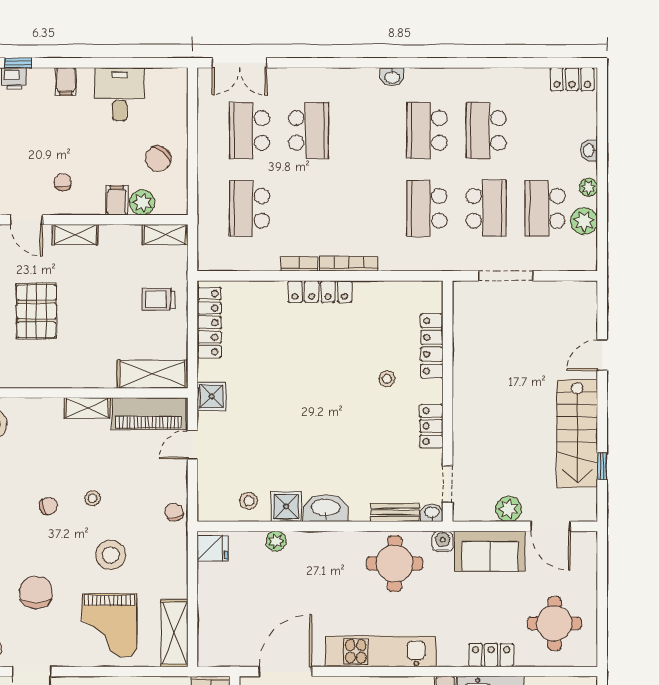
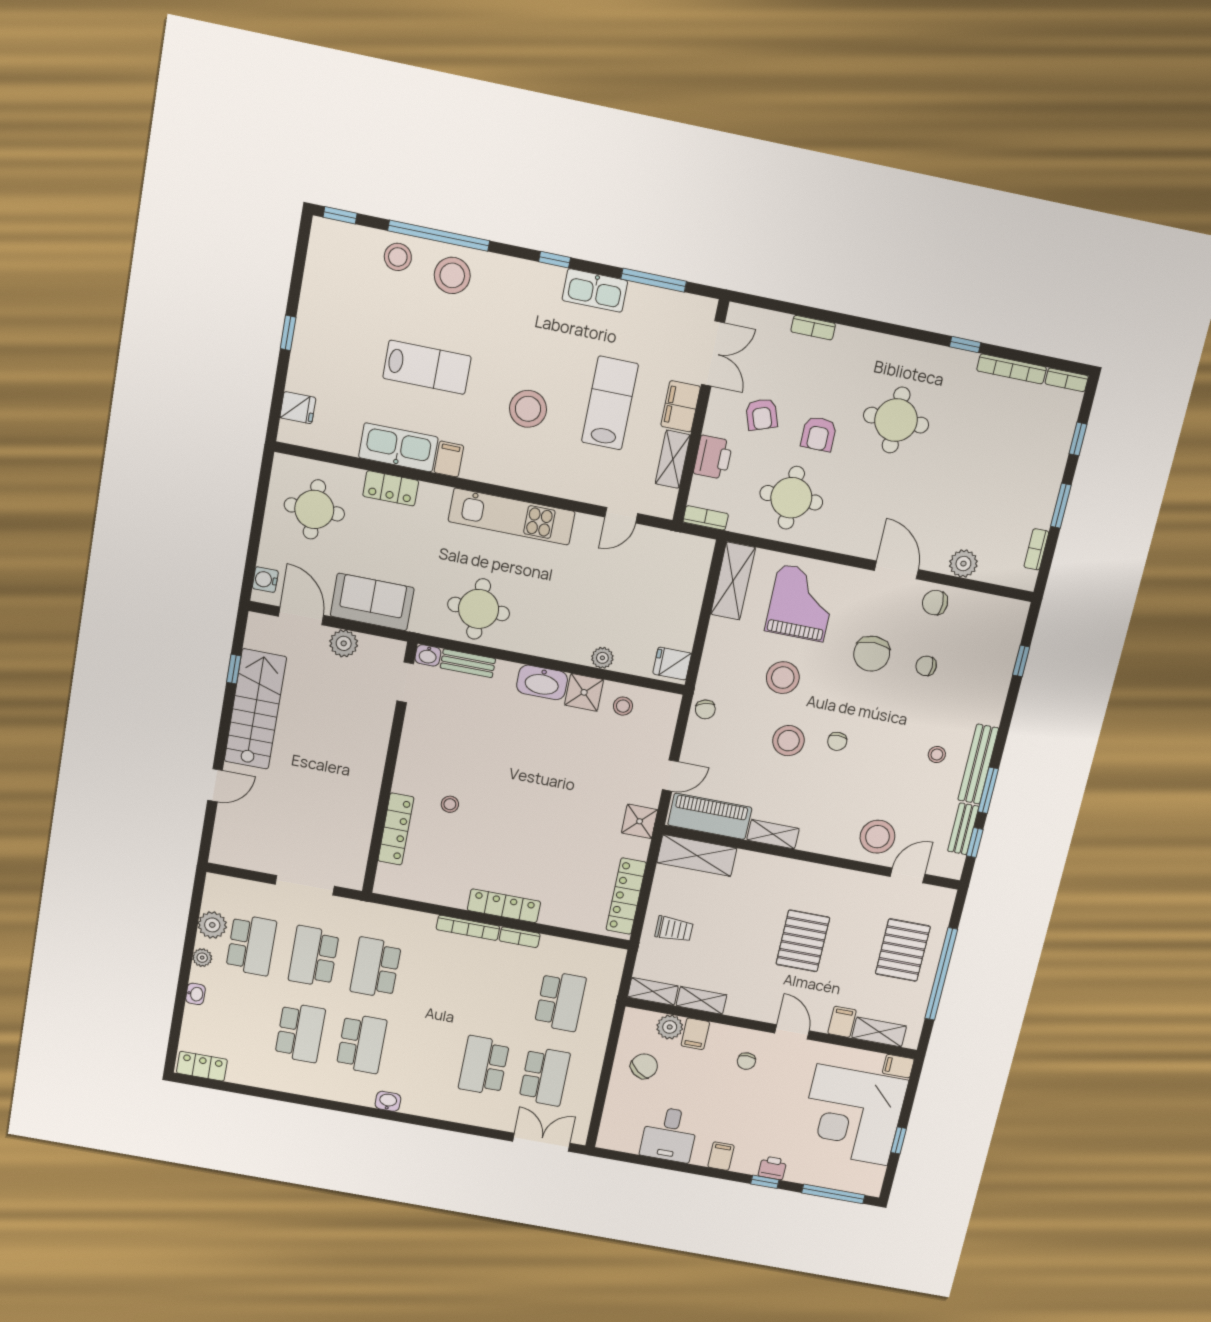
school desk: (427, 208) -> (376, 968), turned 180
shelving: (75, 235) -> (701, 1000), moved
locker: (431, 426) -> (412, 747), removed
stool: (93, 498) -> (788, 741), width x1.89, depth x1.89
chair: (48, 506) -> (837, 741), turned -75
water cooler: (443, 541) -> (265, 580), moved, turned 90
door: (285, 672) -> (621, 515), width x0.53

